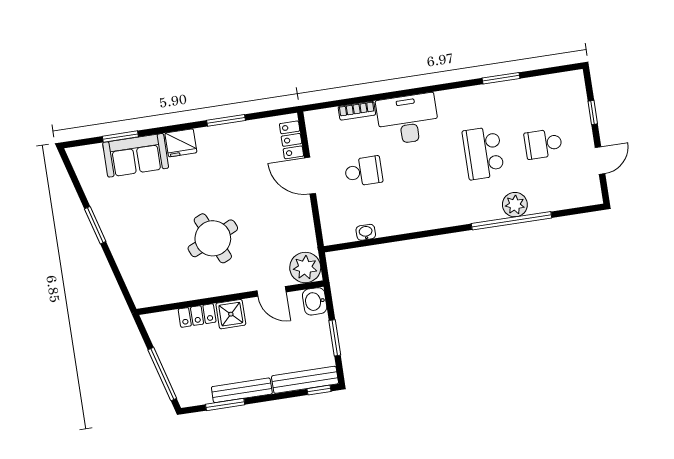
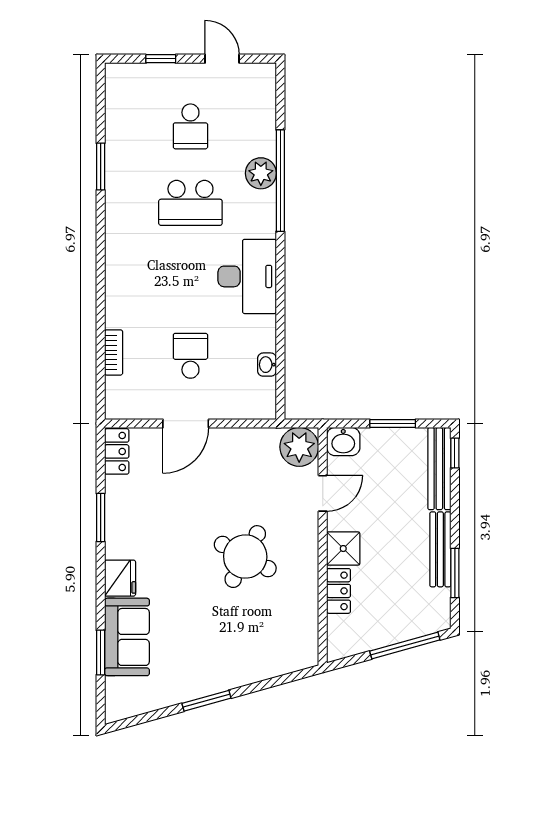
desk: (408, 119) -> (247, 276), moved, turned 180
locker: (291, 140) -> (117, 451), moved, turned -90
round table: (213, 238) -> (245, 557), turned -38

